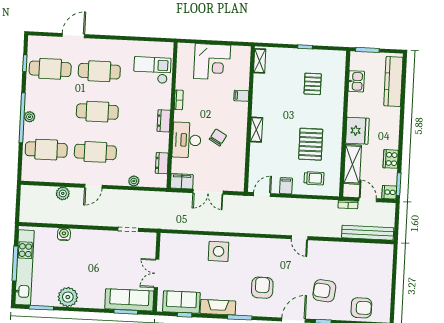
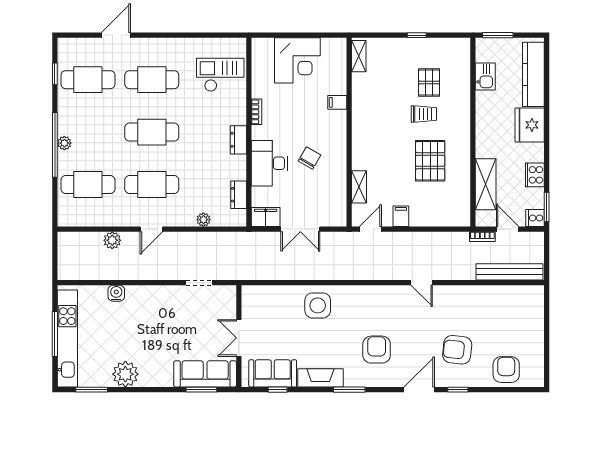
shelving: (256, 130) -> (359, 187), moved
fridge: (357, 131) -> (530, 125), moved, turned 180
trolley: (314, 178) -> (424, 114), moved
armchair: (361, 308) -> (506, 370), turned -90

